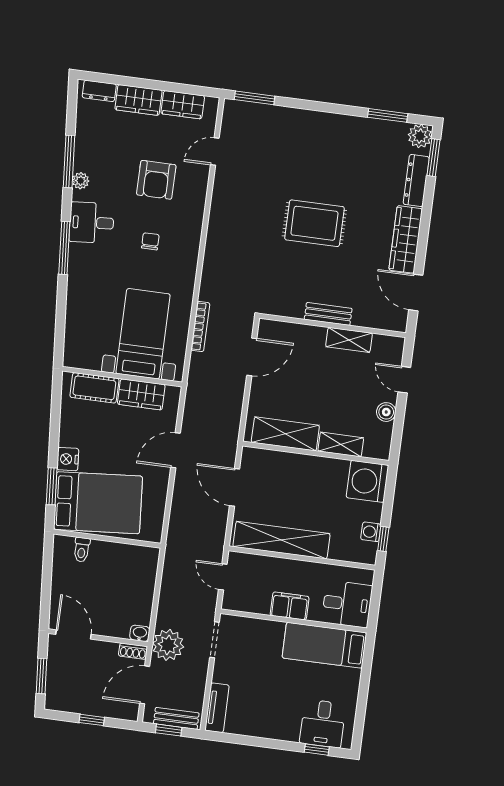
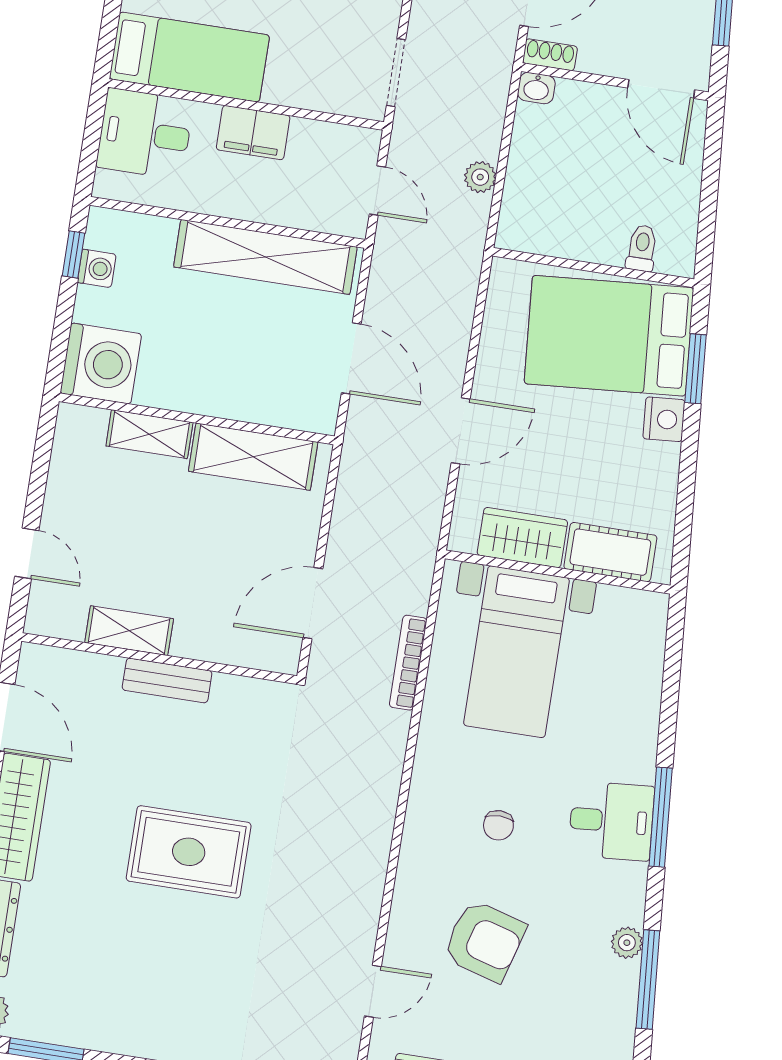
armchair: (156, 180) -> (484, 941), turned 106
desk: (92, 223) -> (611, 821), moved
boiler: (386, 412) -> (62, 493), removed
plant: (168, 645) -> (480, 177), moved, width x0.53, depth x0.53

